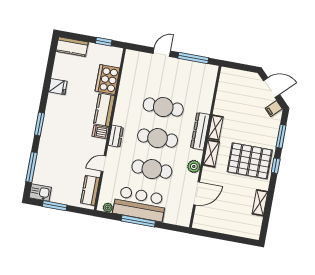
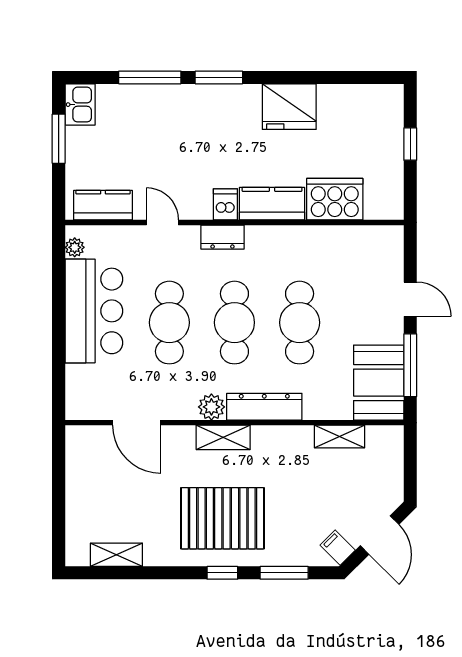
window: (104, 42) -> (410, 144), moved
kitchen counter: (72, 47) -> (388, 115), removed
booth: (199, 75) -> (379, 383), added
fridge: (58, 87) -> (289, 107), width x1.88, depth x1.34
shelving: (216, 128) -> (340, 436), moved
pallet: (250, 161) -> (222, 518), turned 90
plant: (194, 166) -> (211, 407), moved
window: (32, 167) -> (150, 77), moved
shelving: (260, 203) -> (116, 555), moved
window: (138, 221) -> (59, 314), removed

